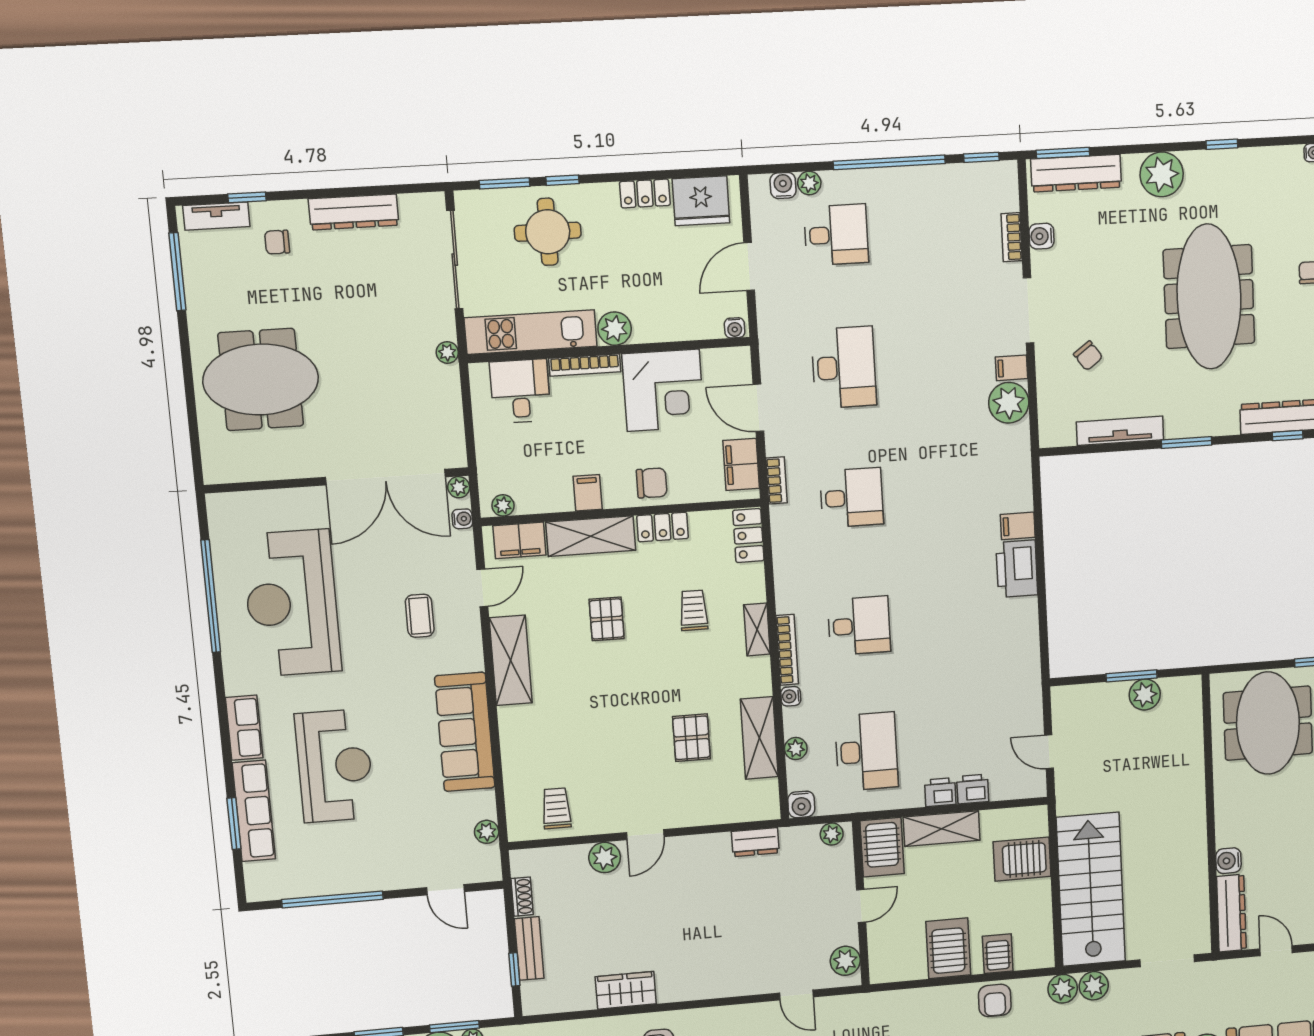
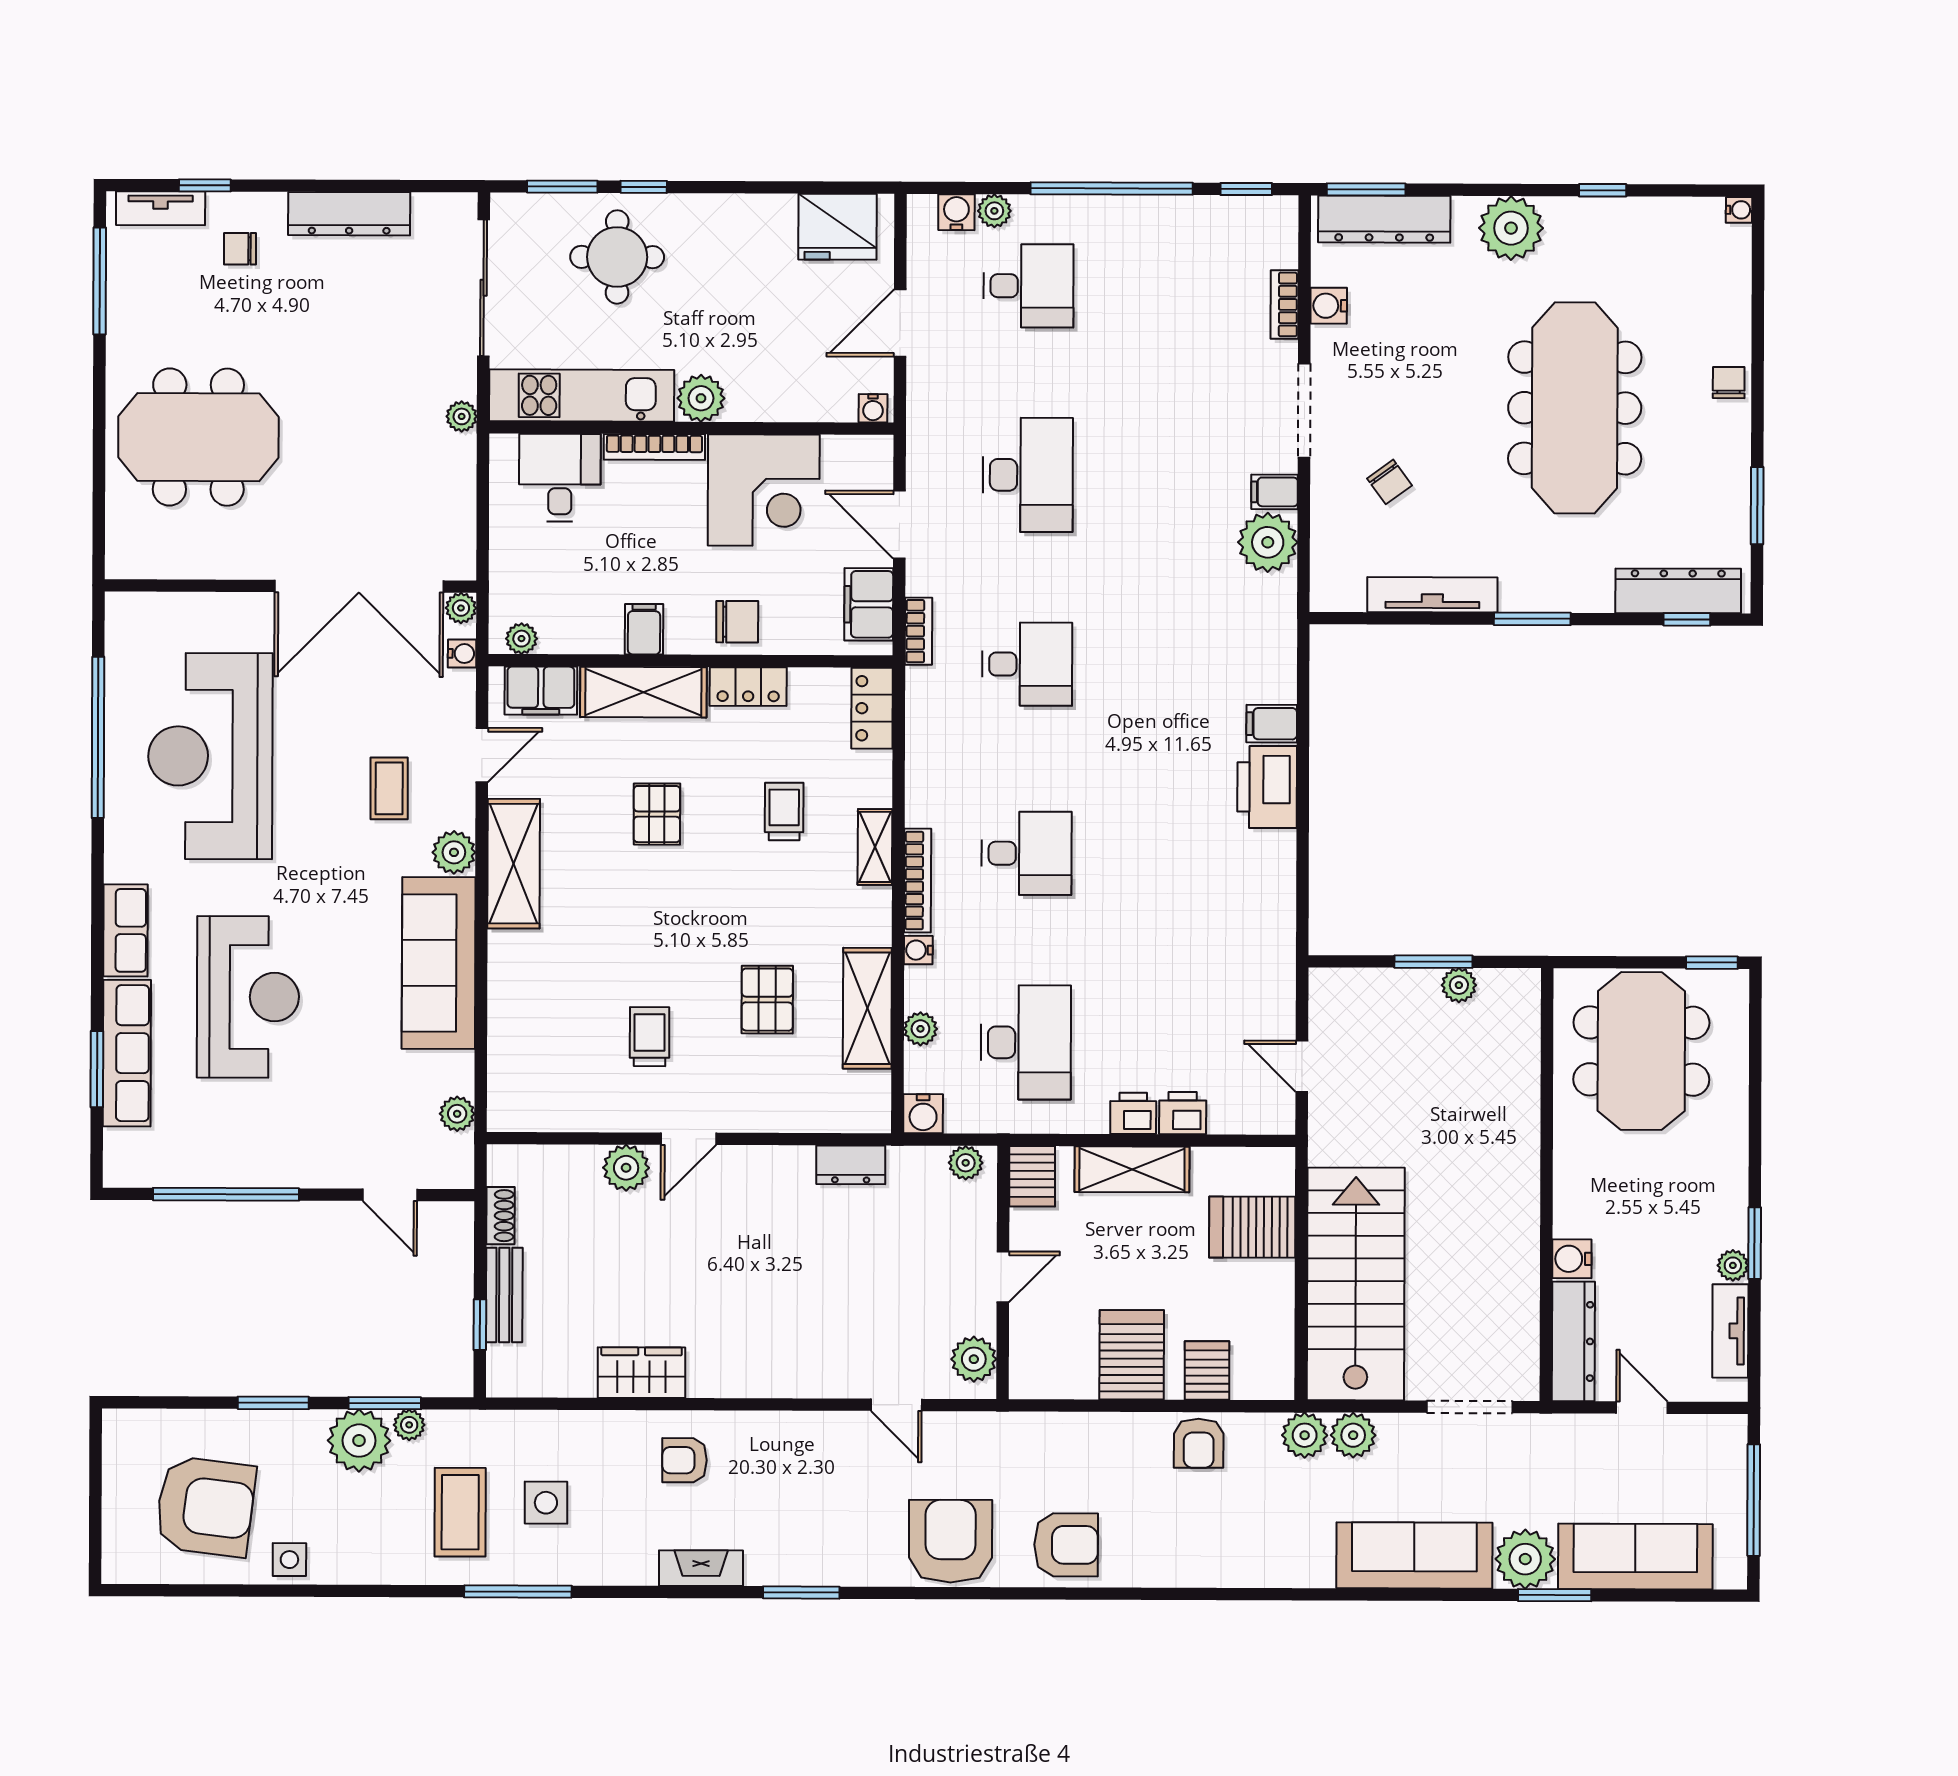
locker: (645, 193) -> (759, 212), removed
plant: (469, 656) -> (454, 852), added
plant: (1145, 695) -> (1459, 985), width x0.73, depth x0.73
trolley: (556, 808) -> (650, 1037), moved
server rack: (882, 847) -> (1032, 1176), width x0.73, depth x0.70

